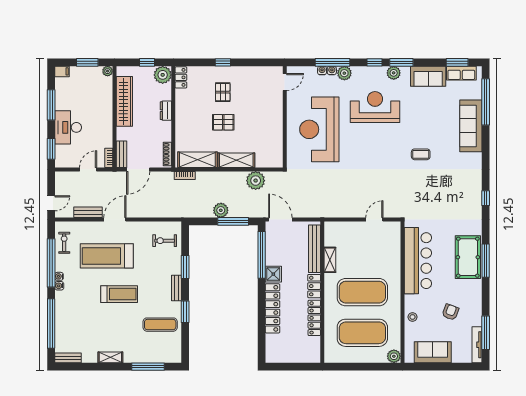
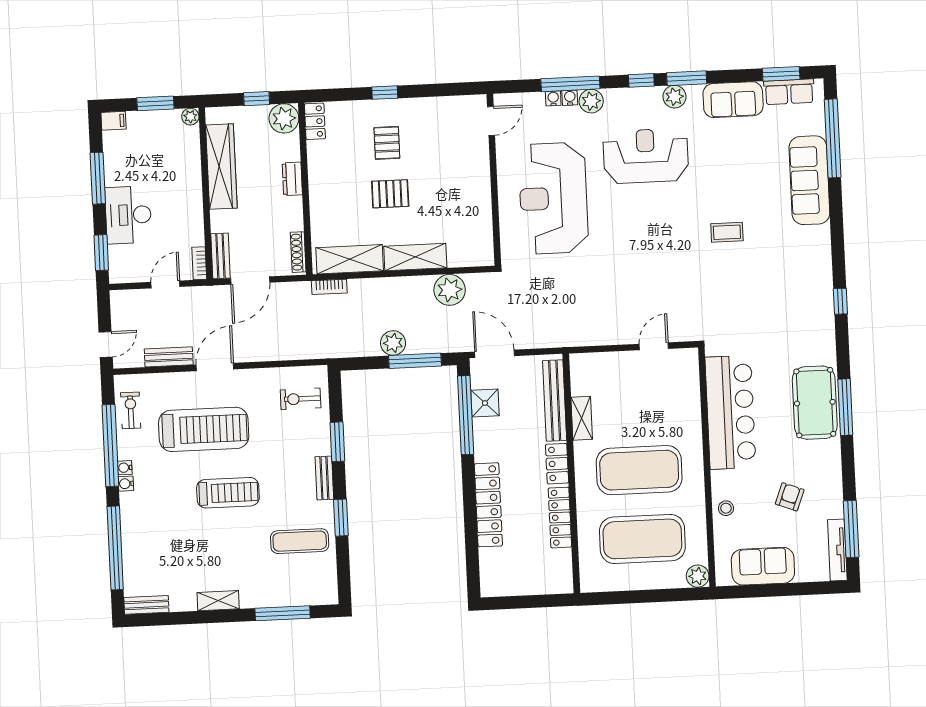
treadmill: (107, 256) -> (204, 429), turned 180
shower: (273, 274) -> (485, 403), moved

